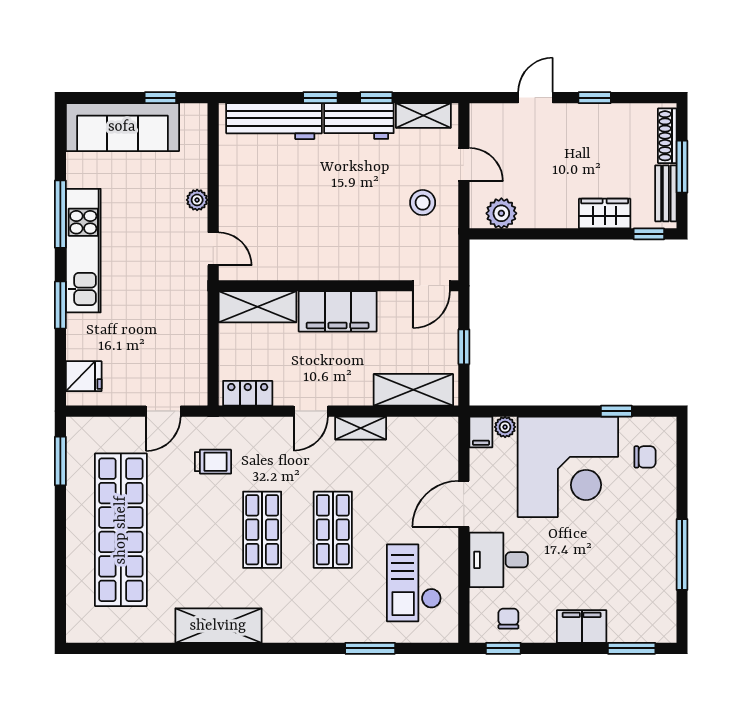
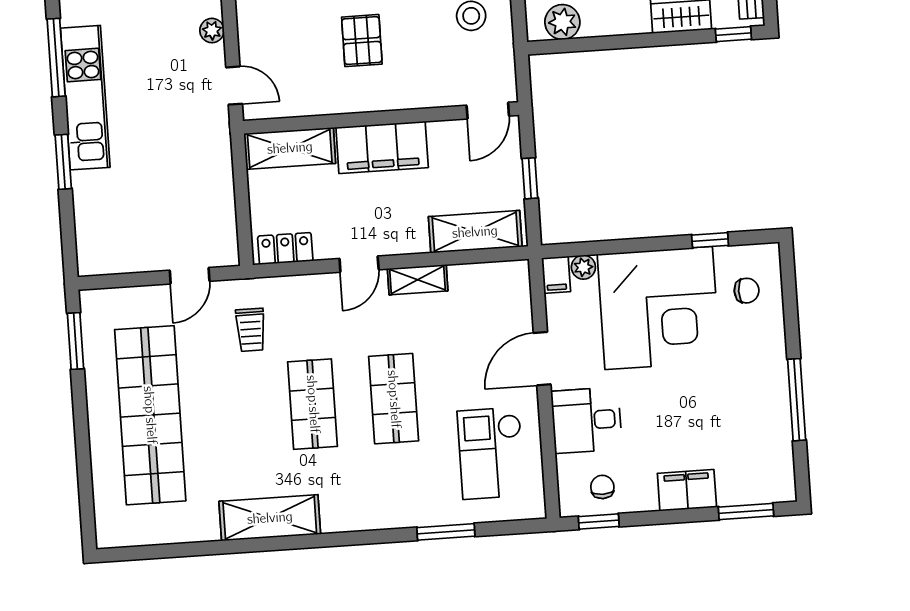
pallet: (326, 218) -> (362, 41), added
fridge: (84, 376) -> (96, 242), removed
trolley: (213, 462) -> (251, 330), turned 90

